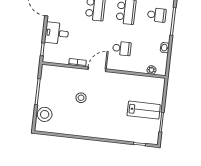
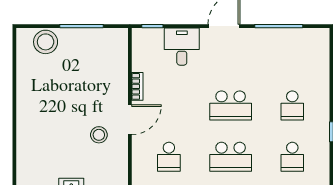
door: (97, 69) -> (130, 120), hinge flipped
stool: (81, 98) -> (99, 135), moved

